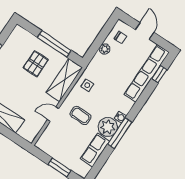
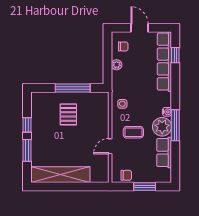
shelving: (64, 80) -> (101, 112), removed
chair: (50, 148) -> (126, 175), added

